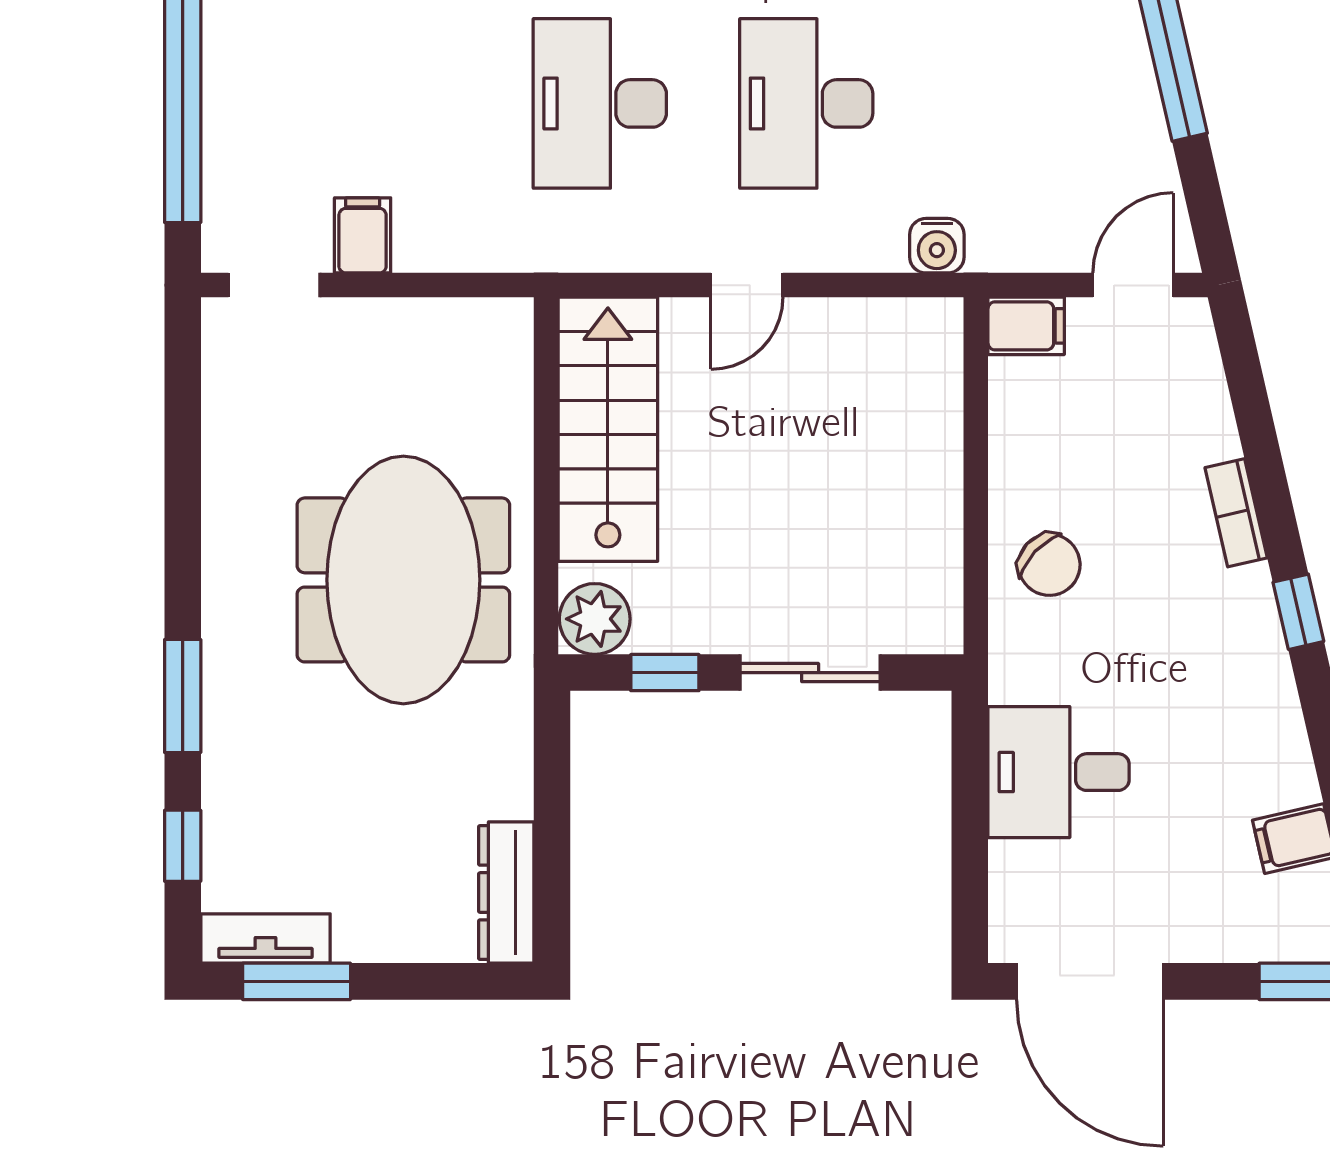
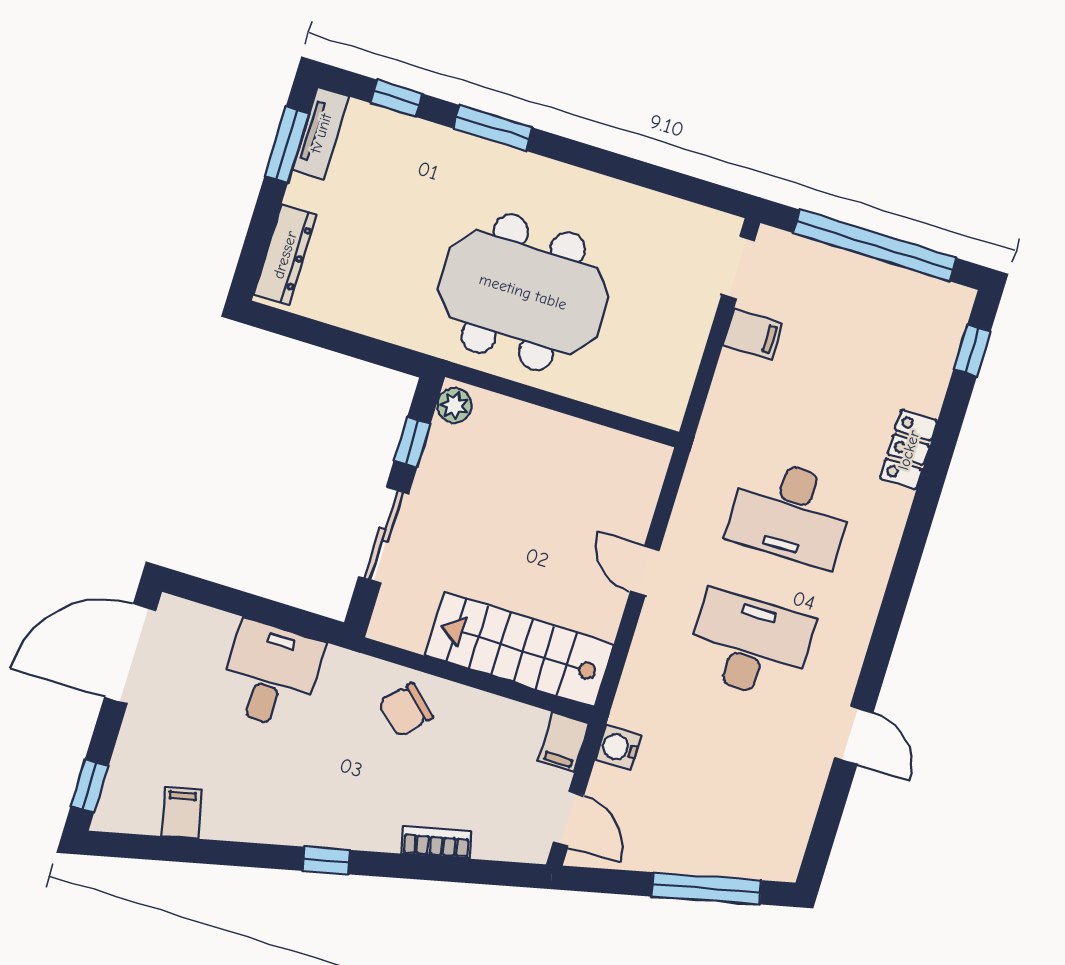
desk: (600, 103) -> (790, 512), turned 180
water cooler: (937, 246) -> (618, 747), moved
stairs: (608, 429) -> (519, 650), moved, turned 180
bookcase: (1236, 513) -> (436, 843), moved
plant: (595, 619) -> (454, 406), width x0.73, depth x0.73
dresser: (506, 893) -> (285, 255), moved, turned 90

